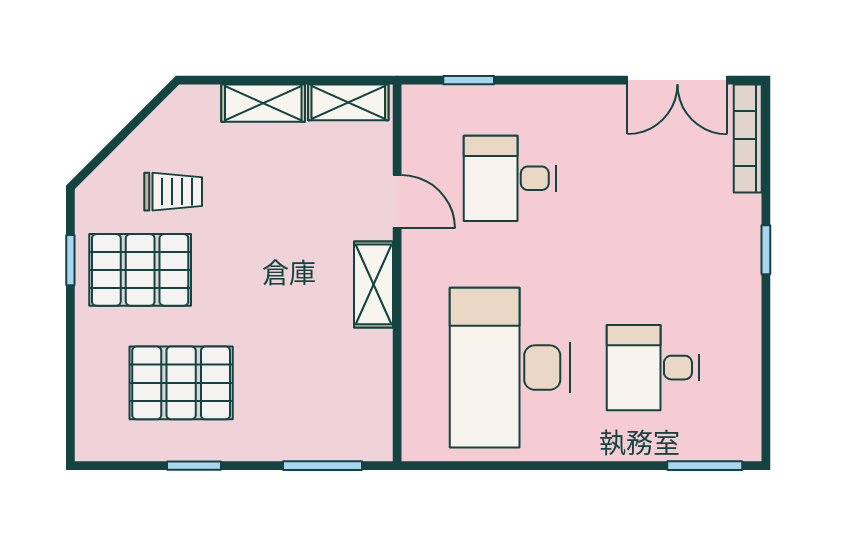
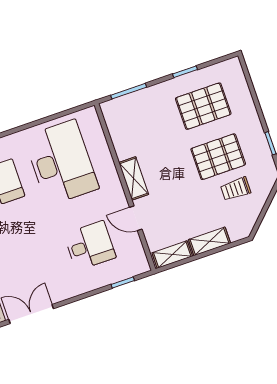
pallet: (140, 270) -> (218, 157), moved

